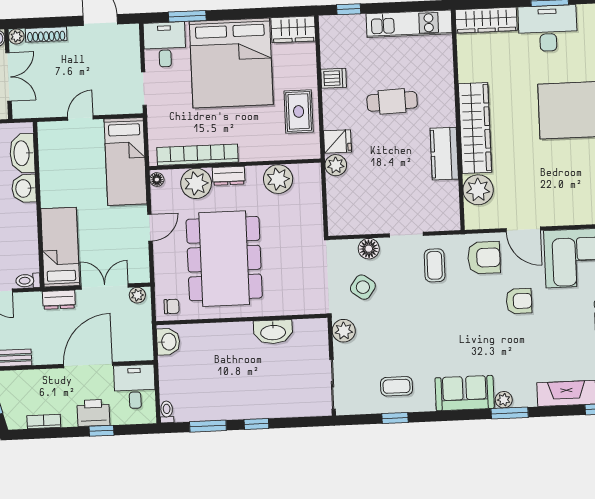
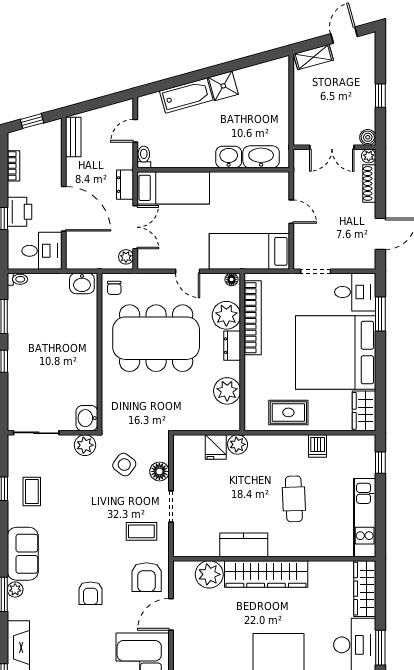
fridge: (337, 141) -> (216, 447), moved
armchair: (519, 301) -> (90, 593), moved
washbasin: (273, 332) -> (87, 418), moved, width x0.72

